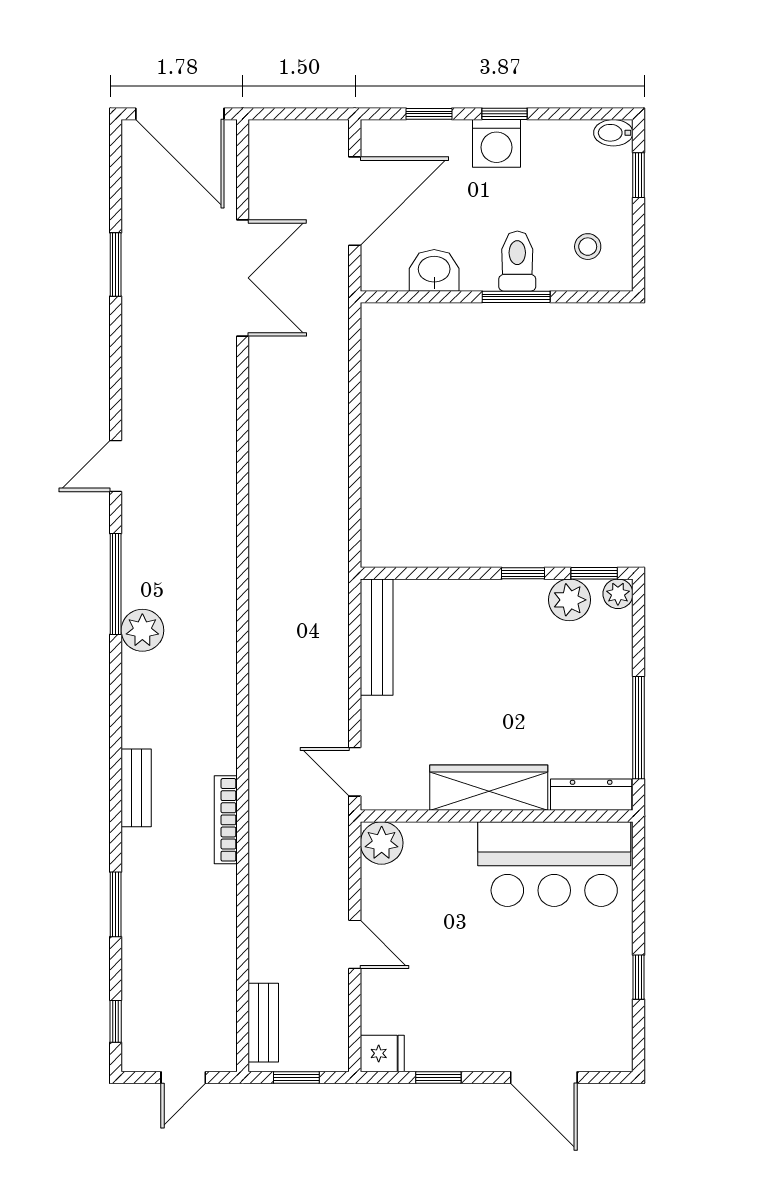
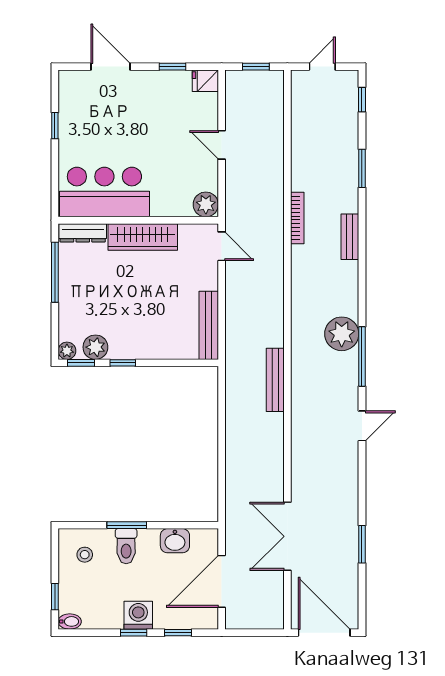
plant: (142, 630) -> (342, 334), width x1.36, depth x1.36
bench: (263, 1023) -> (275, 380), moved, width x1.36

